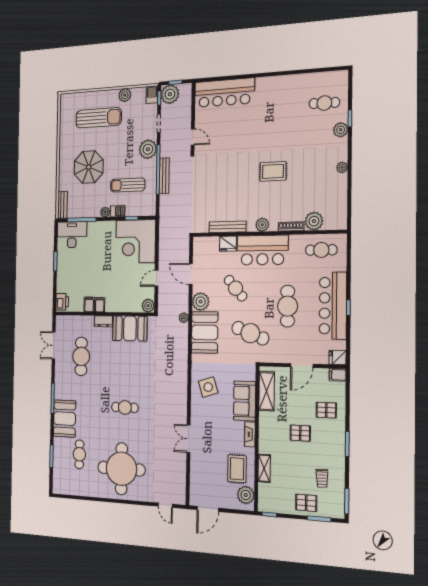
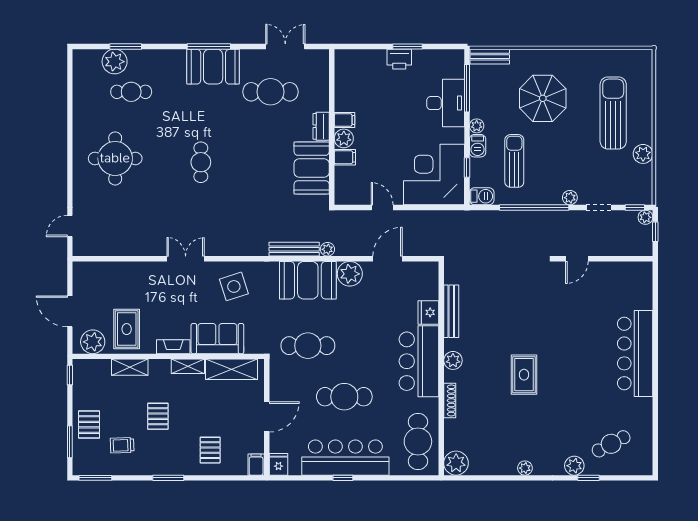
bar counter: (224, 93) -> (635, 353), moved
plant: (170, 94) -> (645, 217), width x0.53, depth x0.53
barbecue: (152, 95) -> (482, 196), moved
cafe table: (324, 103) -> (611, 444), turned 61
sun lounger: (99, 118) -> (613, 113), turned 180
plant: (148, 149) -> (570, 198), width x0.53, depth x0.53
bench: (164, 176) -> (294, 249), moved
plant: (314, 221) -> (456, 463), moved
desk: (72, 235) -> (446, 103), moved
cafe table: (321, 250) -> (418, 442), width x1.37, depth x1.35
cafe table: (236, 288) -> (368, 324), removed
printer: (62, 302) -> (399, 59), moved
filing cabinet: (89, 304) -> (345, 157), moved
plant: (148, 306) -> (344, 138), moved
cafe table: (250, 333) -> (308, 346), turned 69
door: (302, 366) -> (267, 417), swing flipped
booth: (65, 419) -> (213, 67), moved
shelving: (264, 424) -> (188, 366), added
pallet: (300, 433) -> (158, 416), moved
double door: (188, 439) -> (186, 259), moved
plant: (60, 465) -> (115, 62), added
round table: (121, 469) -> (115, 158), width x0.73, depth x0.73
rug: (237, 469) -> (127, 329), turned 90
door: (208, 509) -> (70, 311), moved

